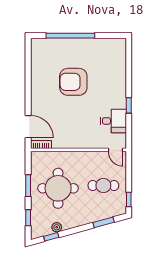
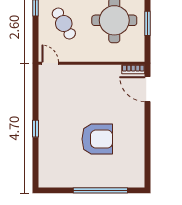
window: (129, 105) -> (35, 129), moved
desk: (113, 121) -> (53, 95), removed
cafe table: (103, 185) -> (64, 24), turned 60

